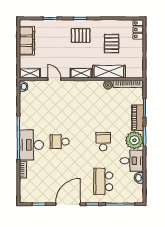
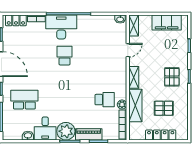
locker: (138, 30) -> (161, 135), moved, width x1.53
school desk: (103, 142) -> (105, 100), moved
locker: (25, 190) -> (16, 20), added

